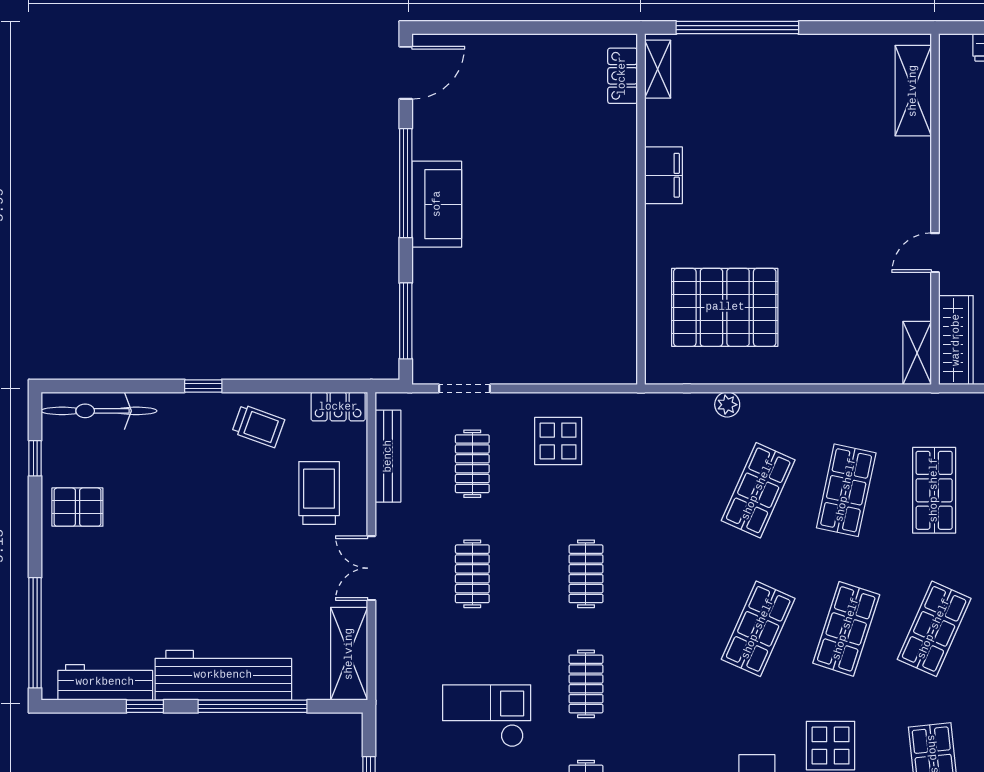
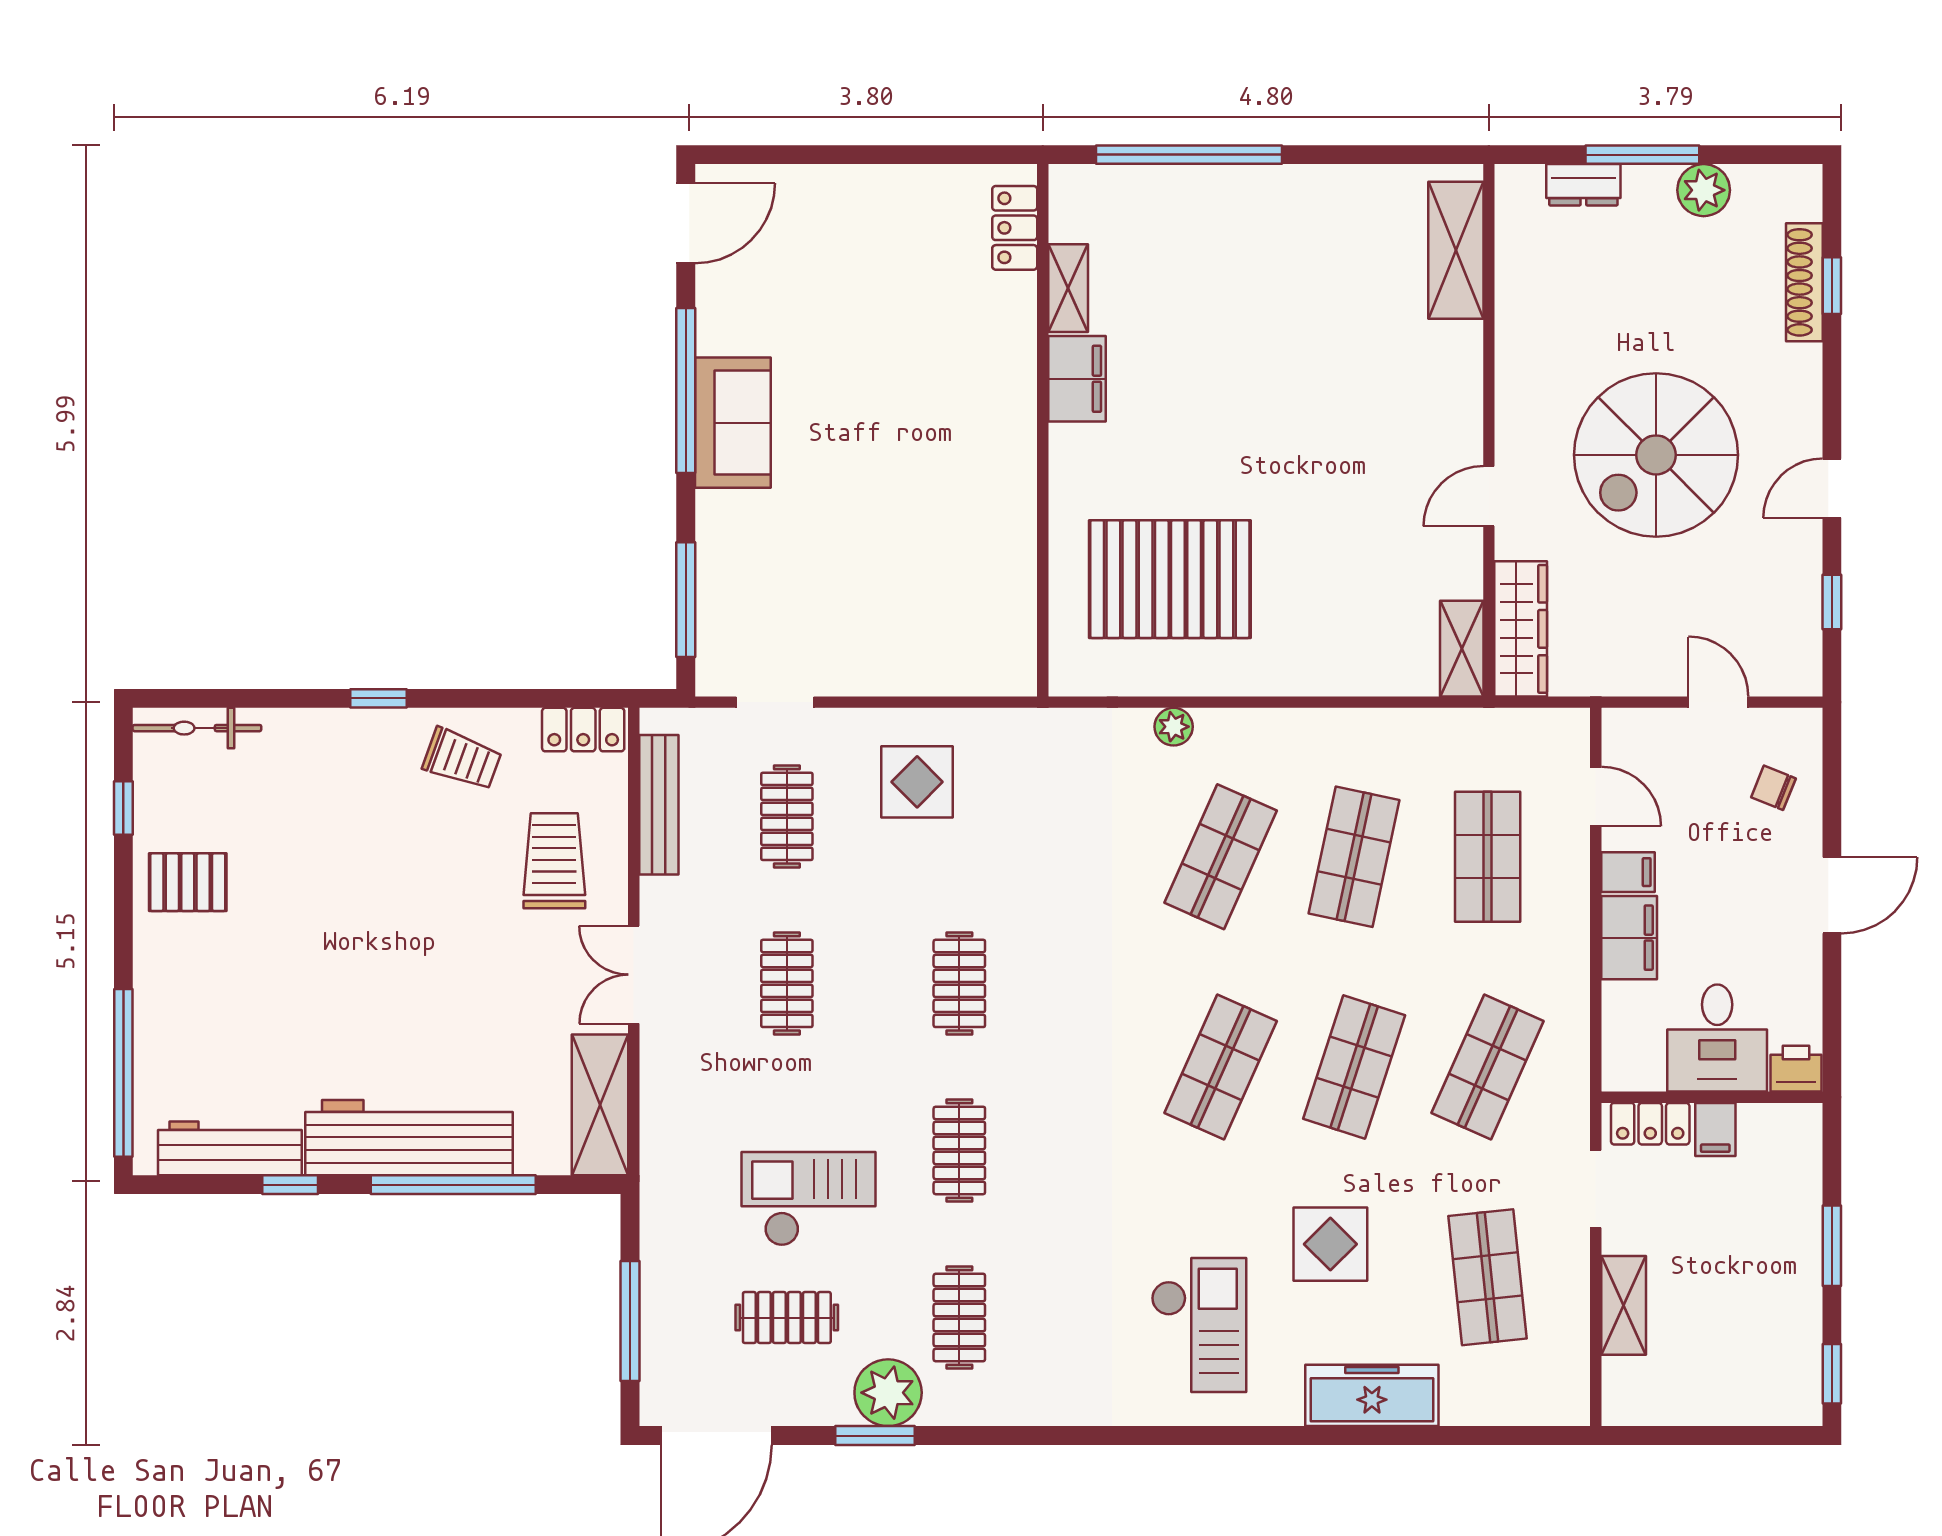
shelving: (658, 69) -> (1068, 288), moved
bicycle: (99, 411) -> (197, 728), width x0.73, depth x0.71

